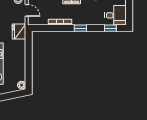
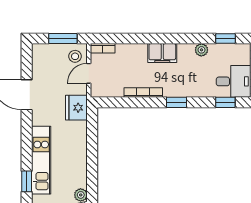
door: (27, 10) -> (89, 73), swing flipped

